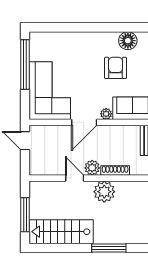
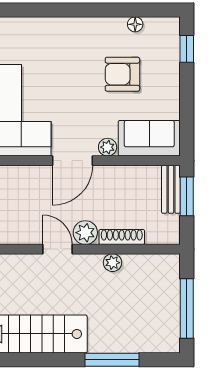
floor lamp: (128, 41) -> (135, 24), width x0.53, depth x0.53
armchair: (116, 68) -> (122, 74), turned -90
plant: (104, 192) -> (113, 263), width x0.53, depth x0.53

